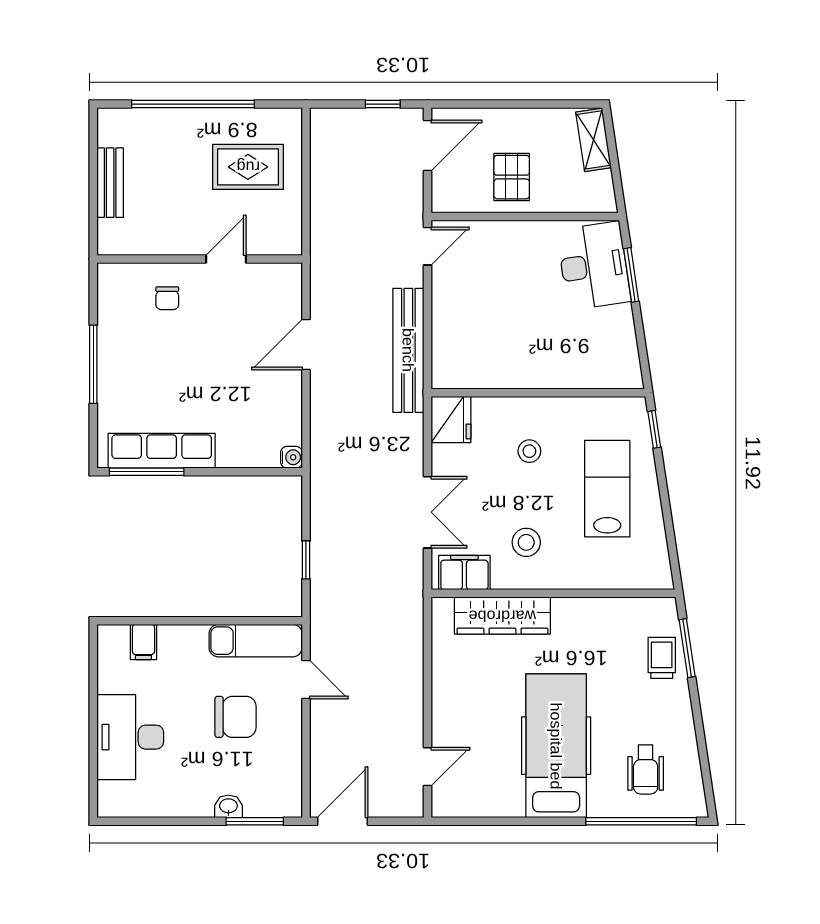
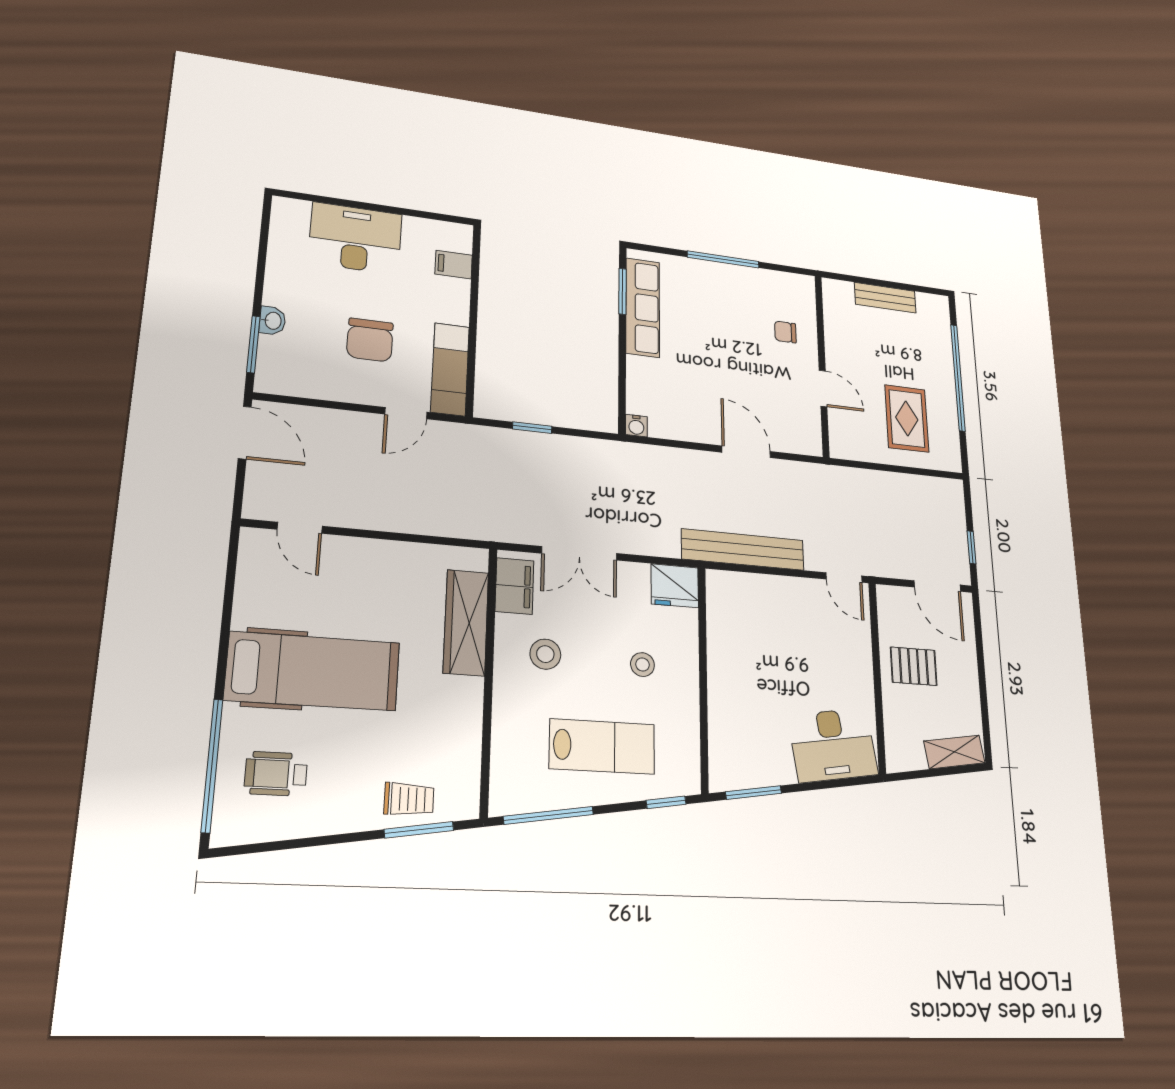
window: (631, 275) -> (754, 793), moved
window: (147, 472) -> (623, 291), width x0.69
window: (670, 536) -> (548, 815), added

